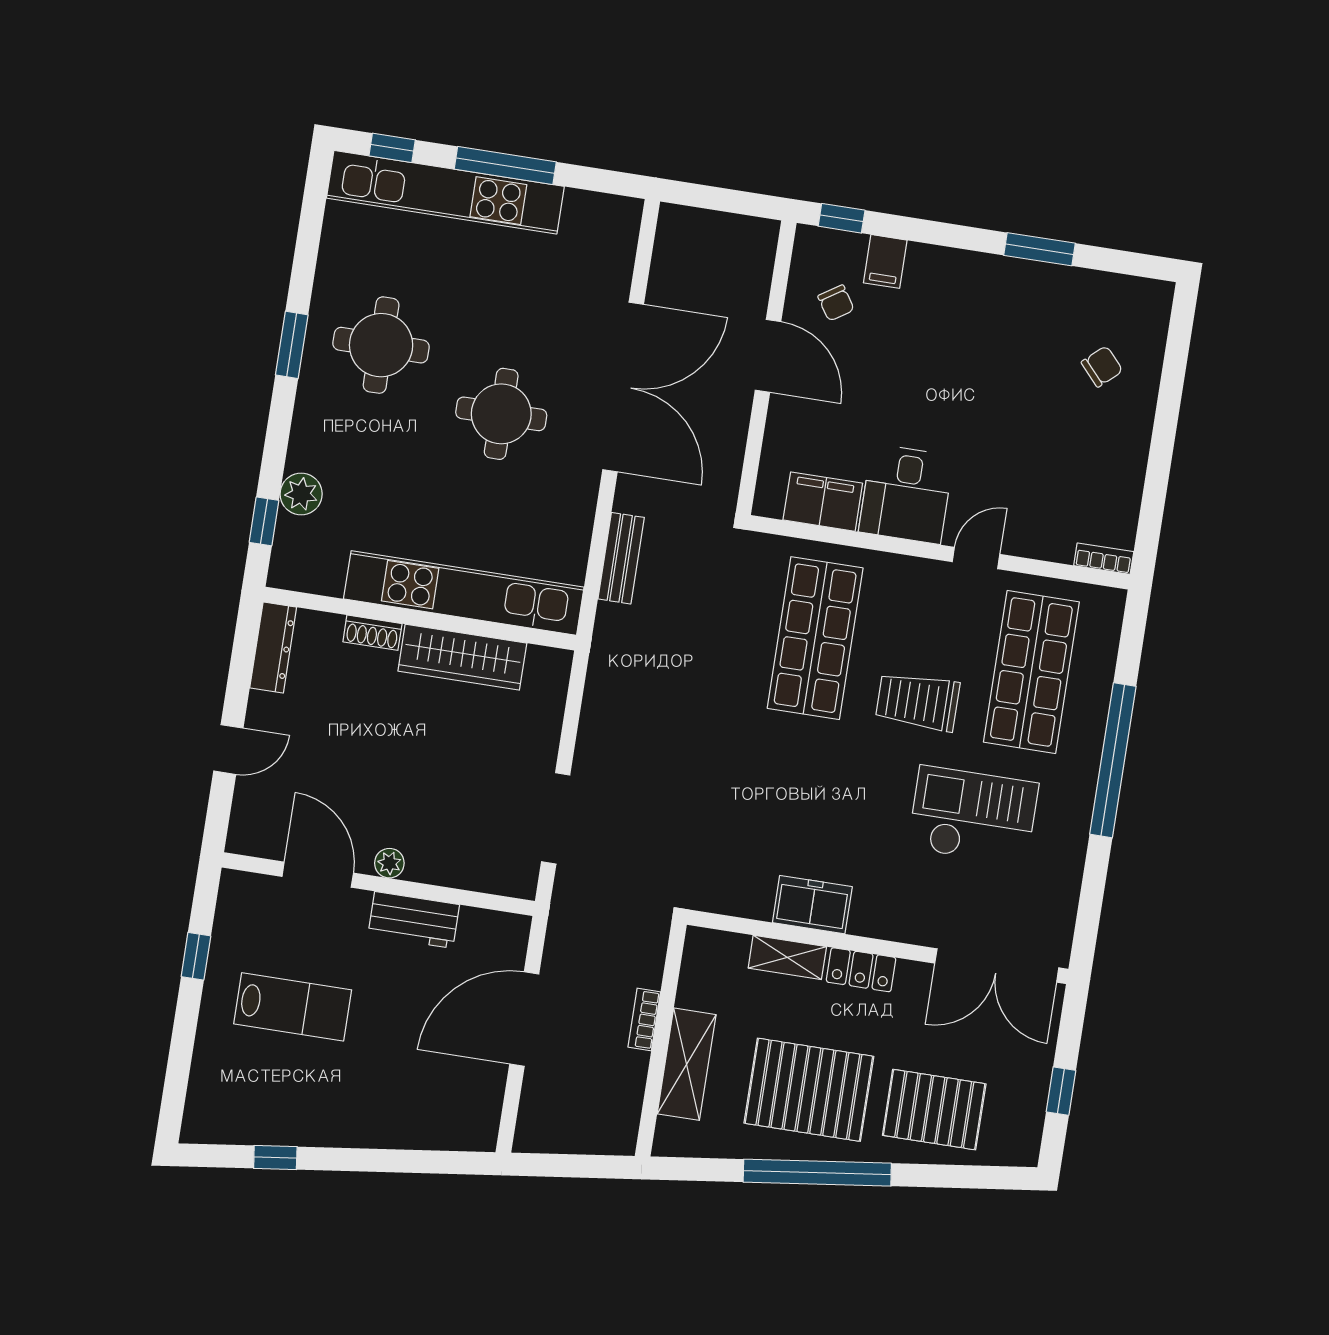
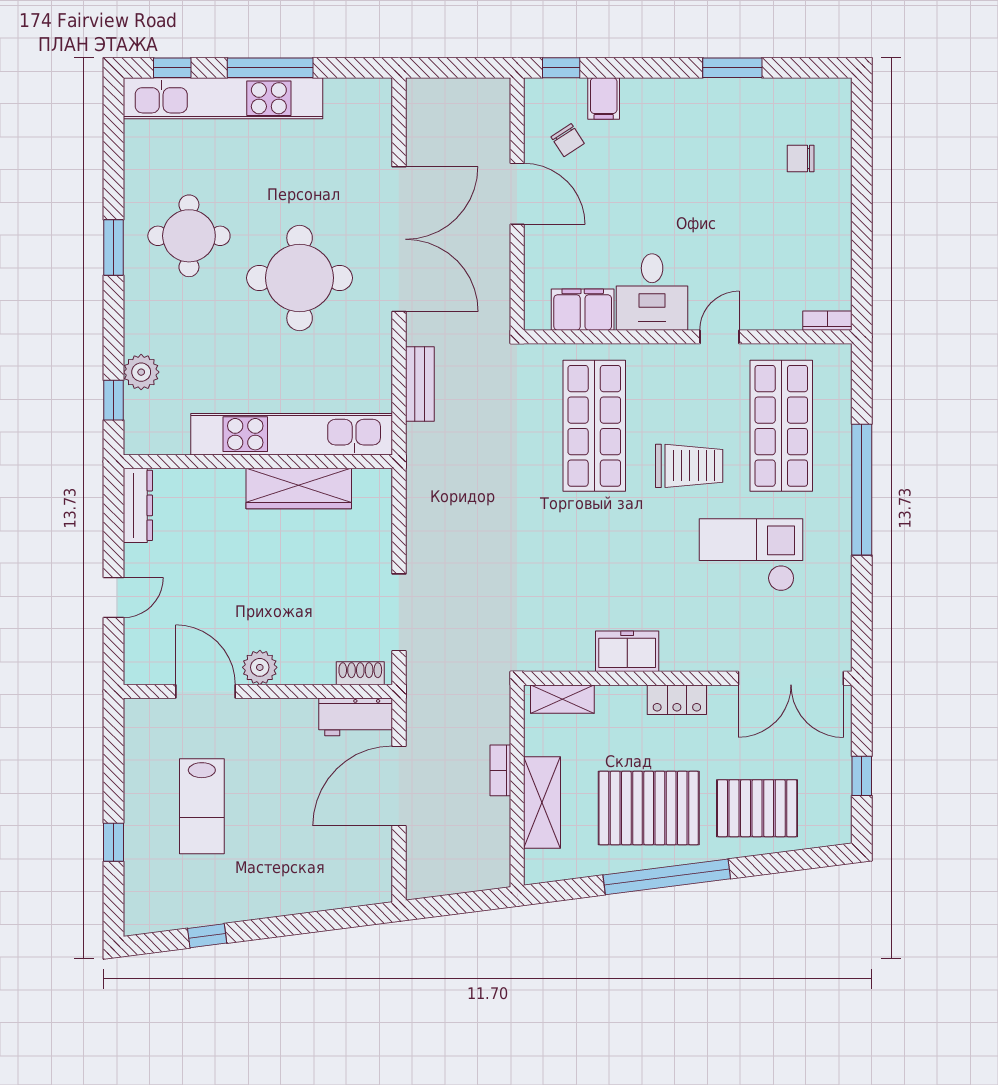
chair: (1102, 366) -> (801, 159), turned -138
round table: (501, 414) -> (300, 278), width x1.36, depth x1.36
shoe rack: (372, 633) -> (360, 673), moved, turned 180
trolley: (918, 702) -> (689, 466), turned 180
plant: (389, 863) -> (260, 667), width x1.38, depth x1.38
workbench: (414, 920) -> (356, 717), moved
window: (196, 956) -> (113, 842), moved
shelving: (787, 957) -> (562, 699), moved
lab bench: (293, 1007) -> (202, 806), turned 90

